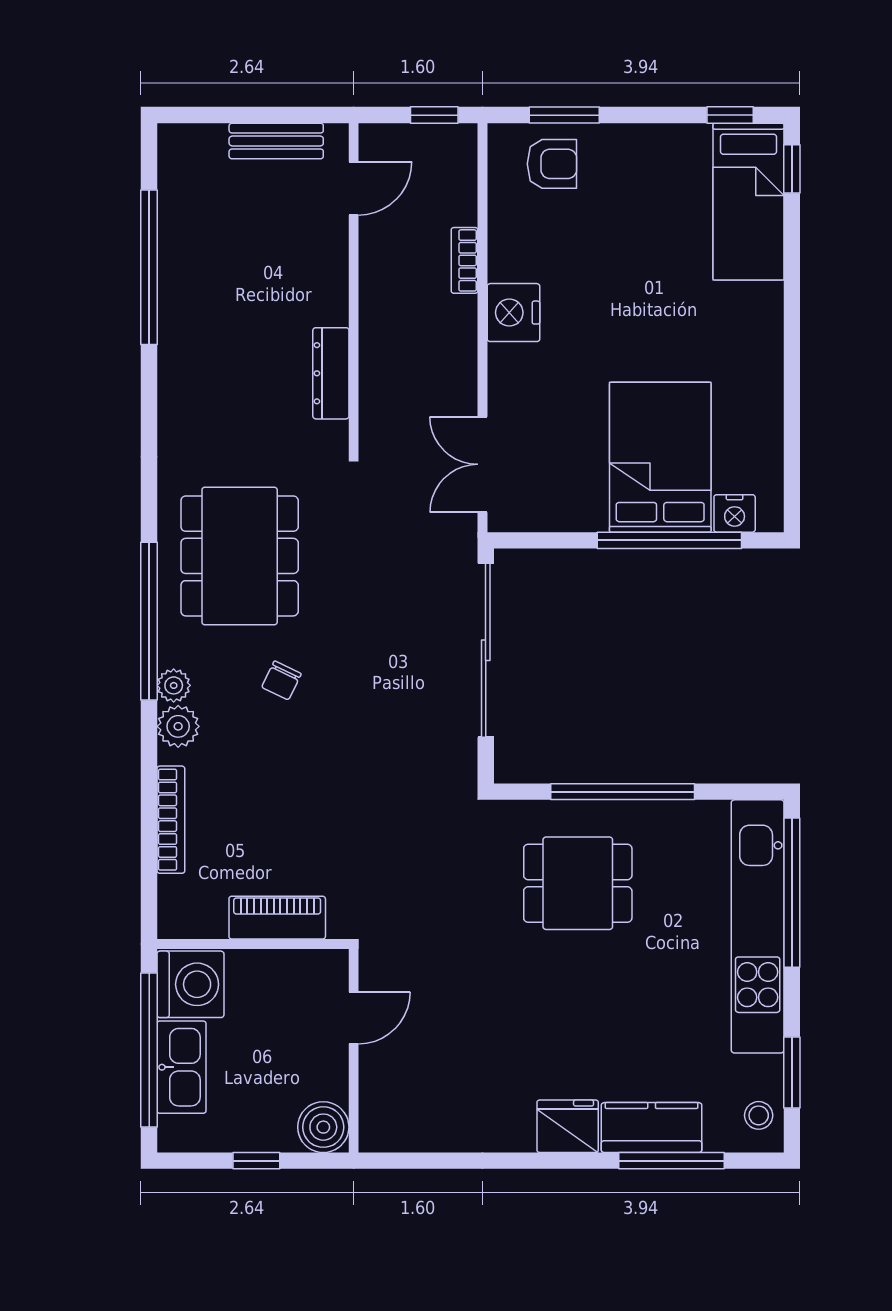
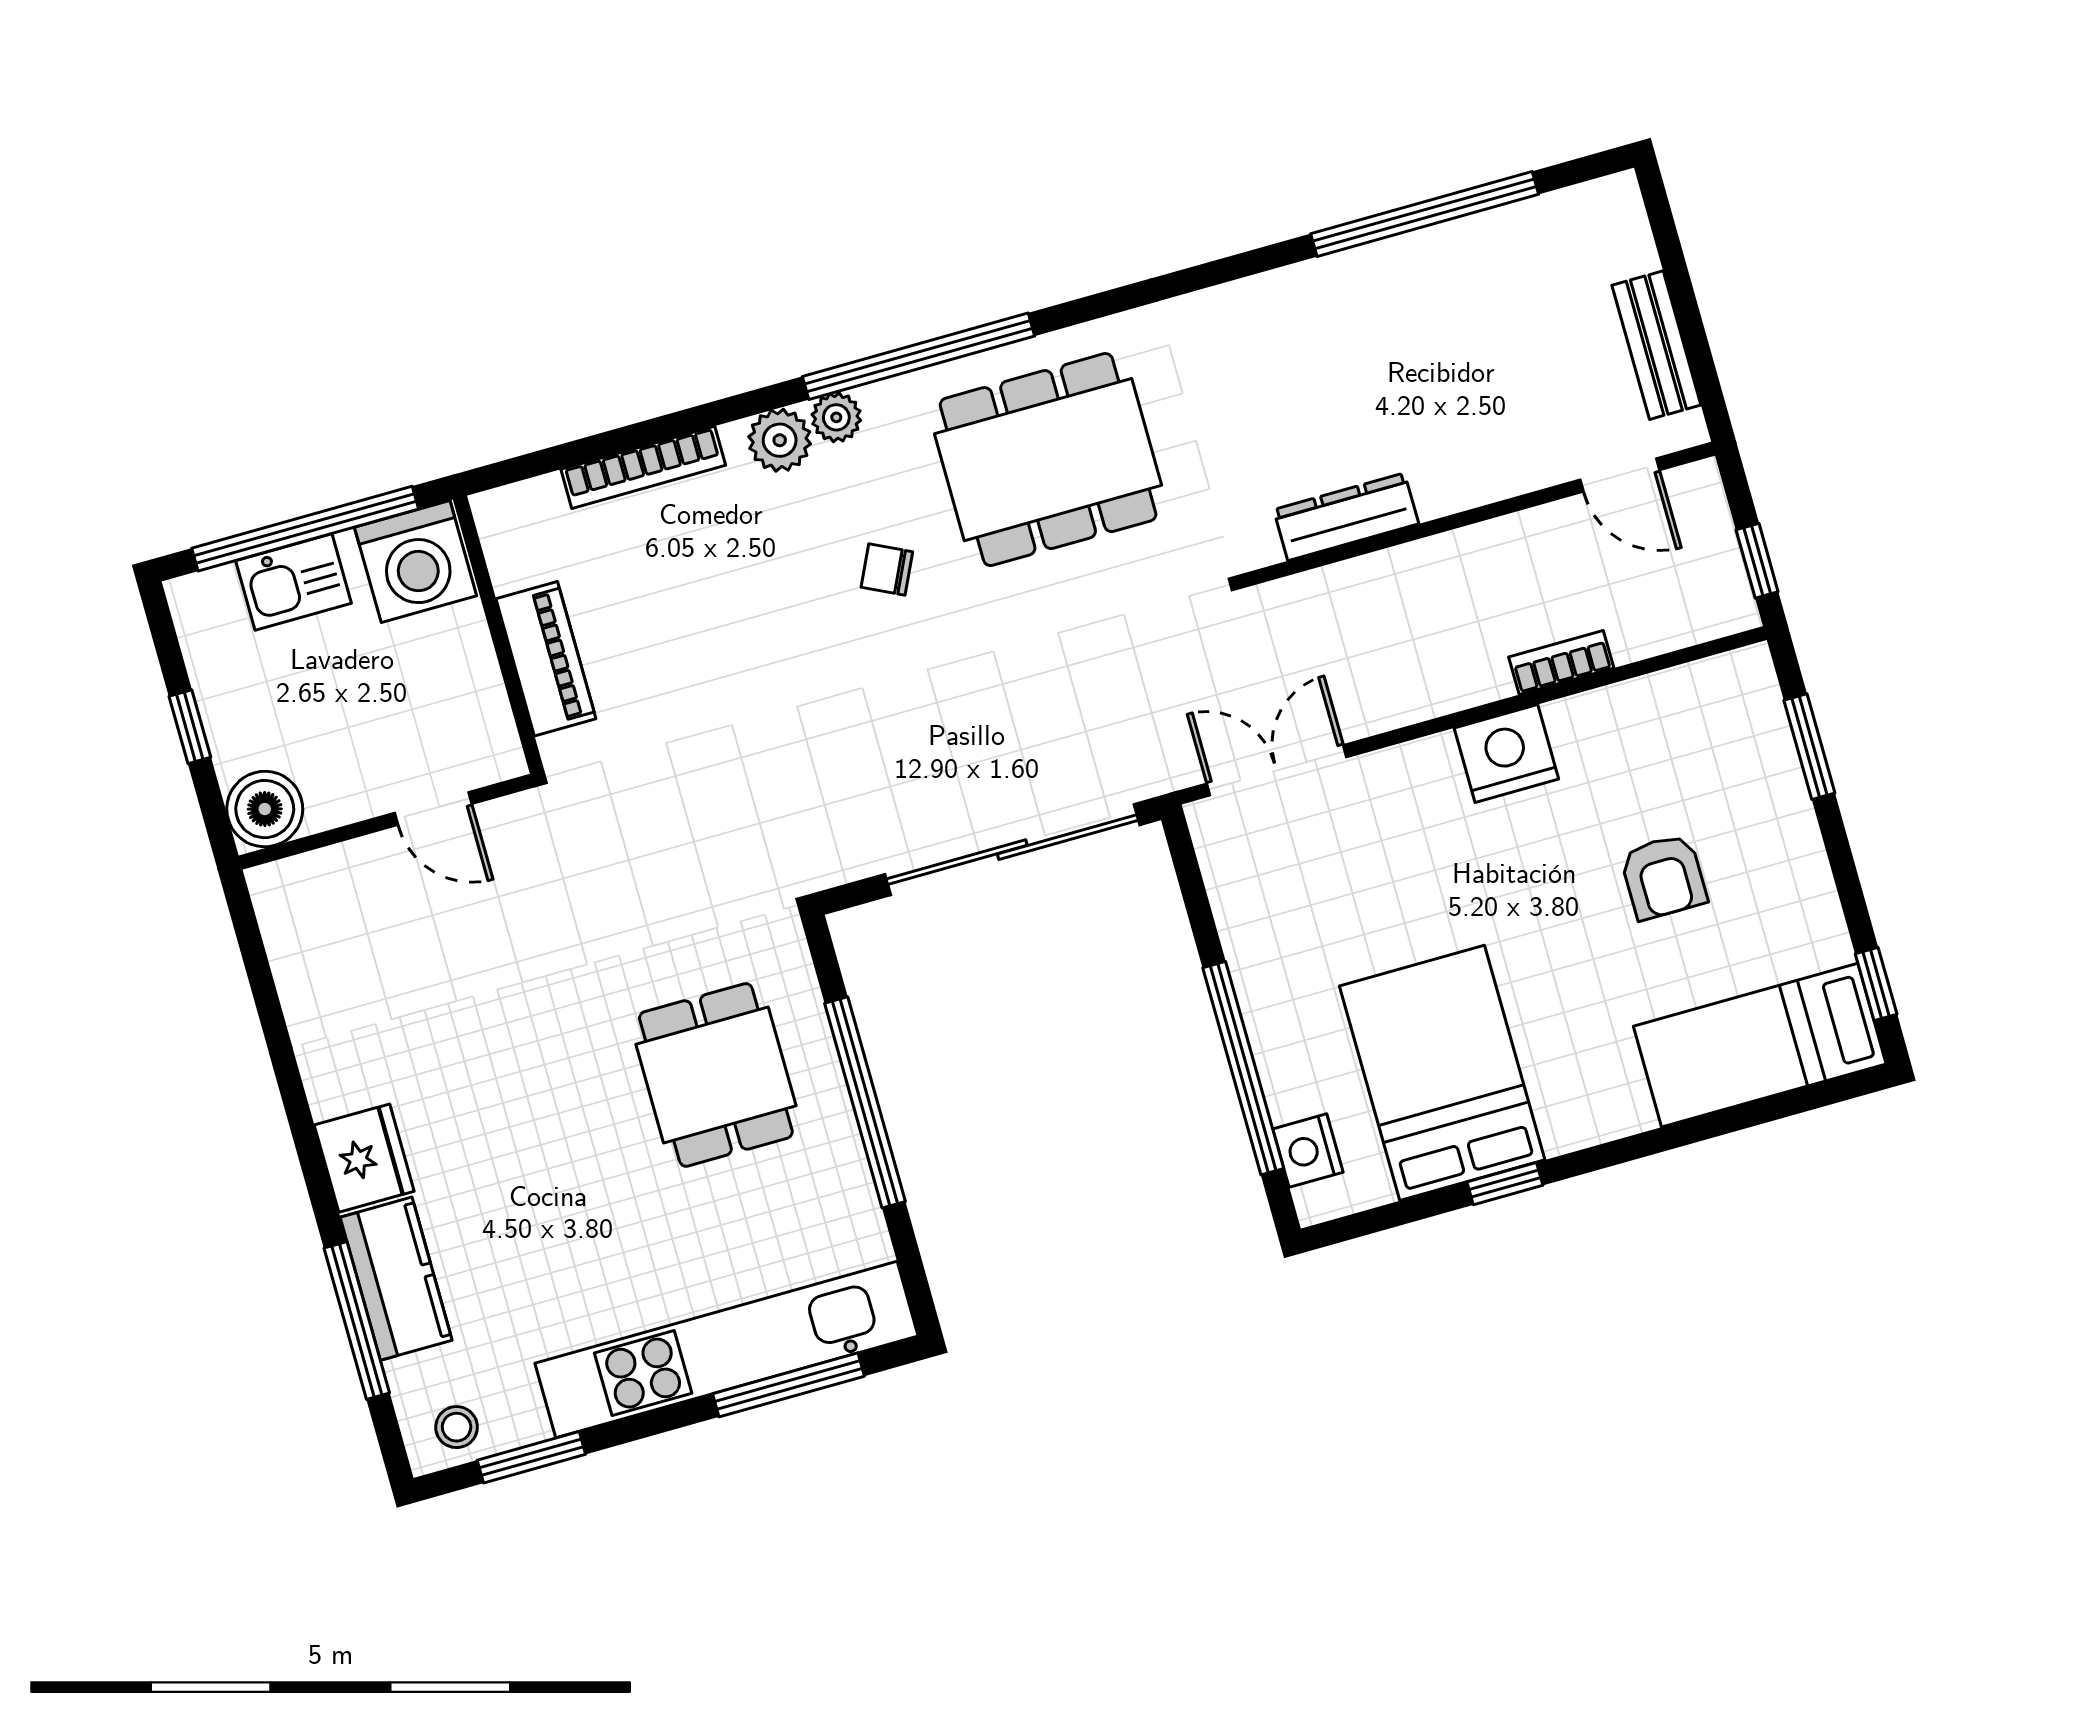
armchair: (552, 164) -> (1664, 877), moved
window: (792, 169) -> (1505, 1184), moved
bed: (660, 457) -> (1442, 1073), moved, turned -90
window: (792, 893) -> (789, 1385), width x0.68
kitchen sink: (181, 1067) -> (293, 582), width x0.73

